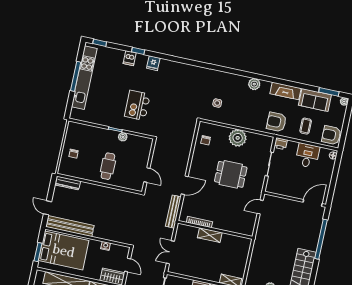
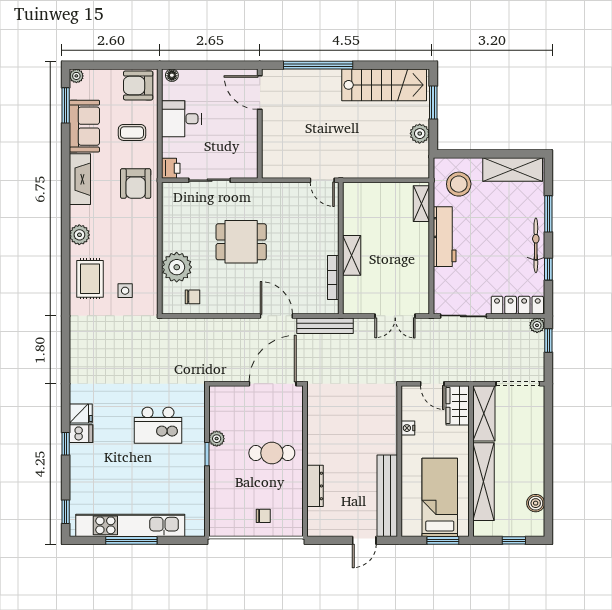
dishwasher: (130, 58) -> (81, 434), moved
rug: (228, 85) -> (90, 279), added
armchair: (331, 135) -> (138, 85), turned 90
plant: (238, 138) -> (177, 267), moved
dining table: (231, 174) -> (241, 242), turned 90
door: (147, 175) -> (273, 384), width x1.87
dresser: (68, 183) -> (315, 486), moved
door: (260, 207) -> (322, 180), moved
bed: (64, 251) -> (440, 497), width x0.67
door: (128, 265) -> (432, 384), swing flipped

